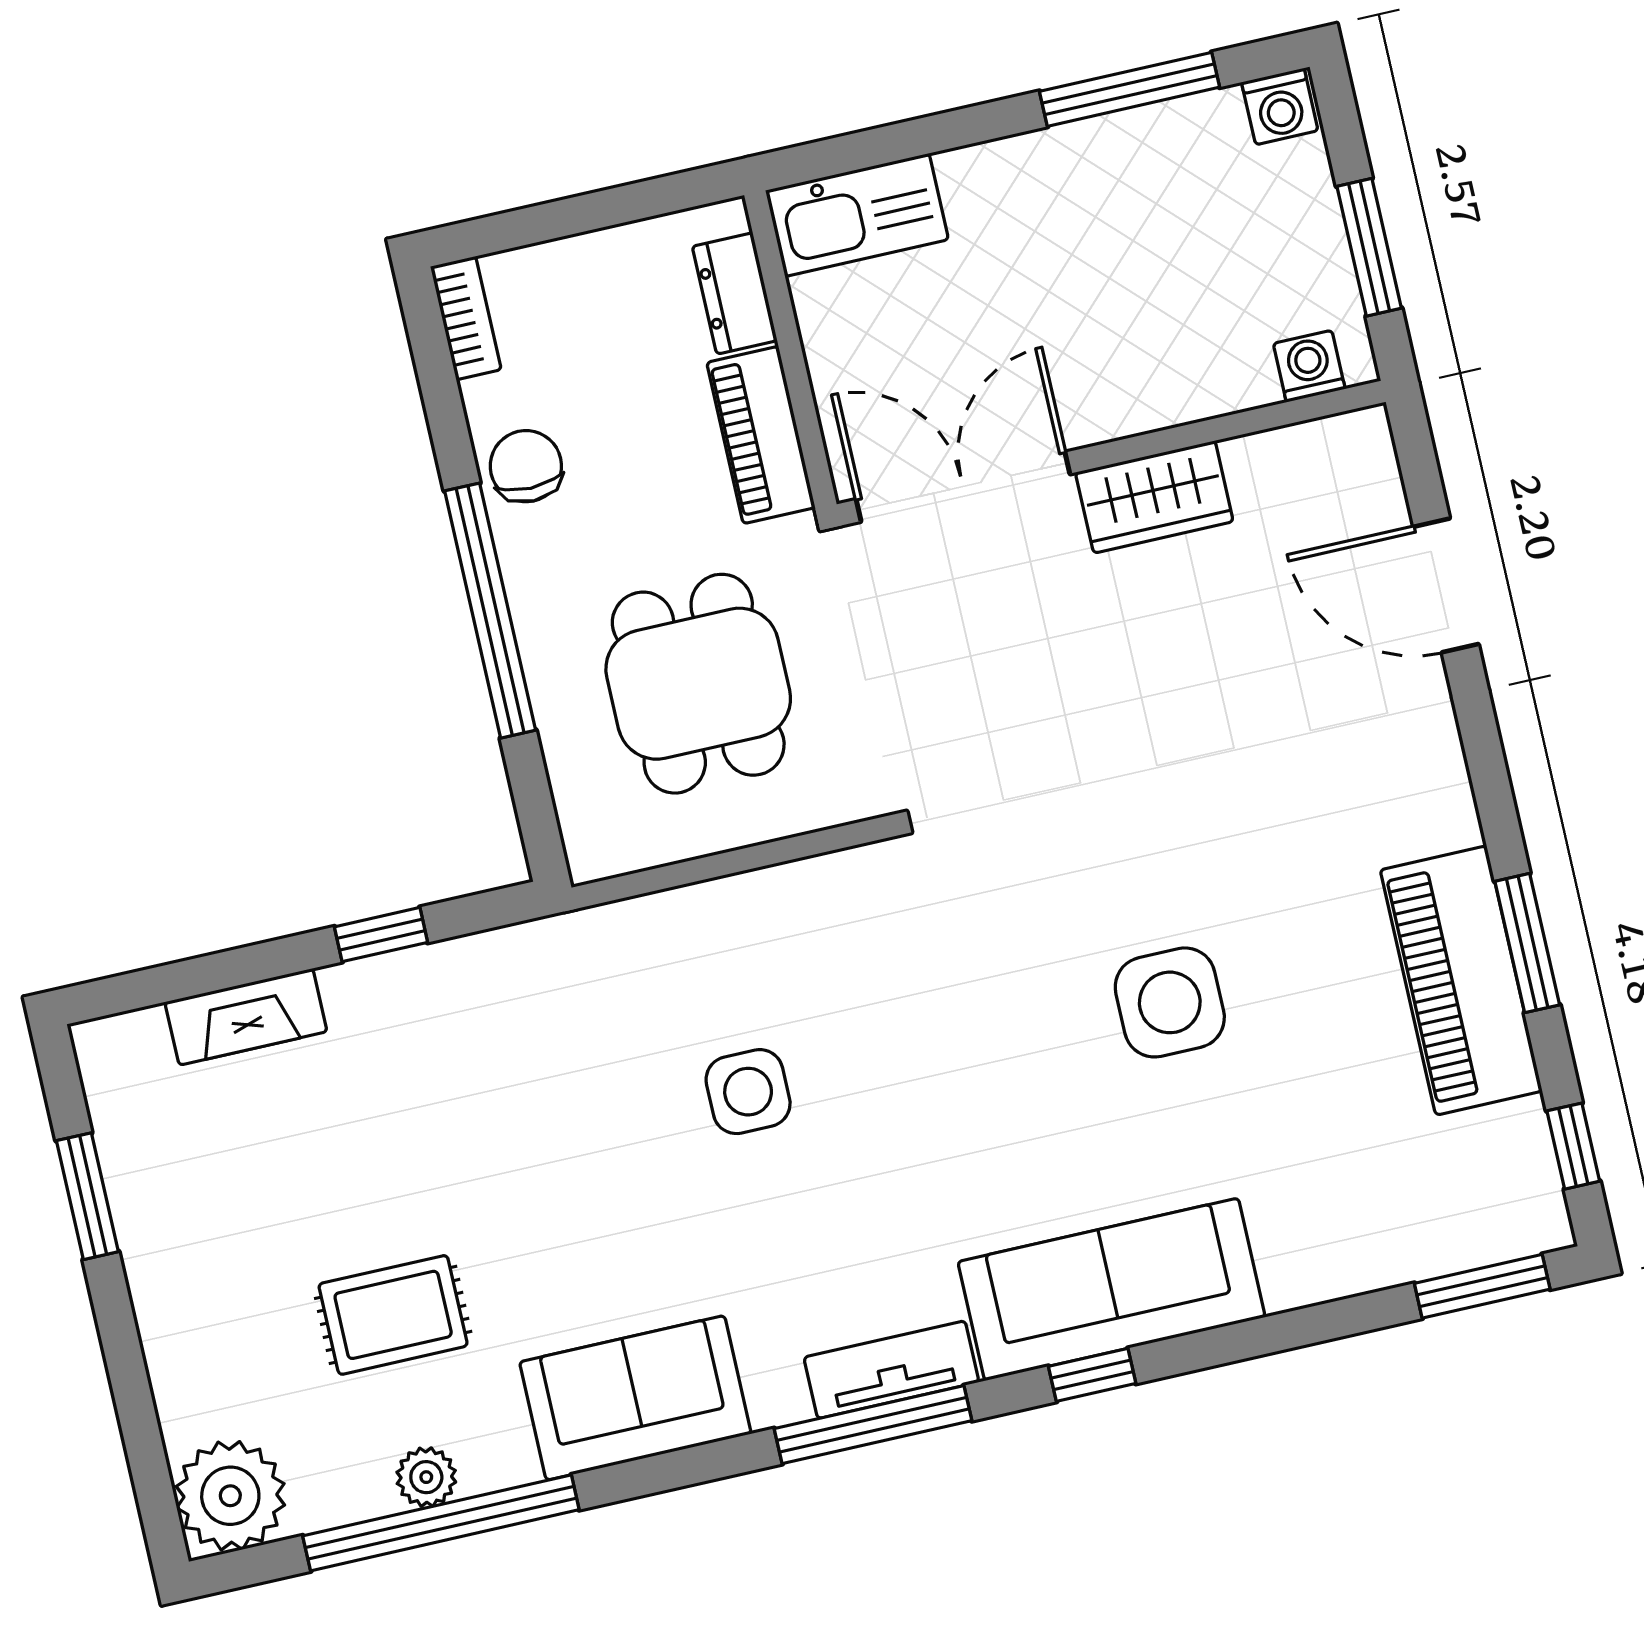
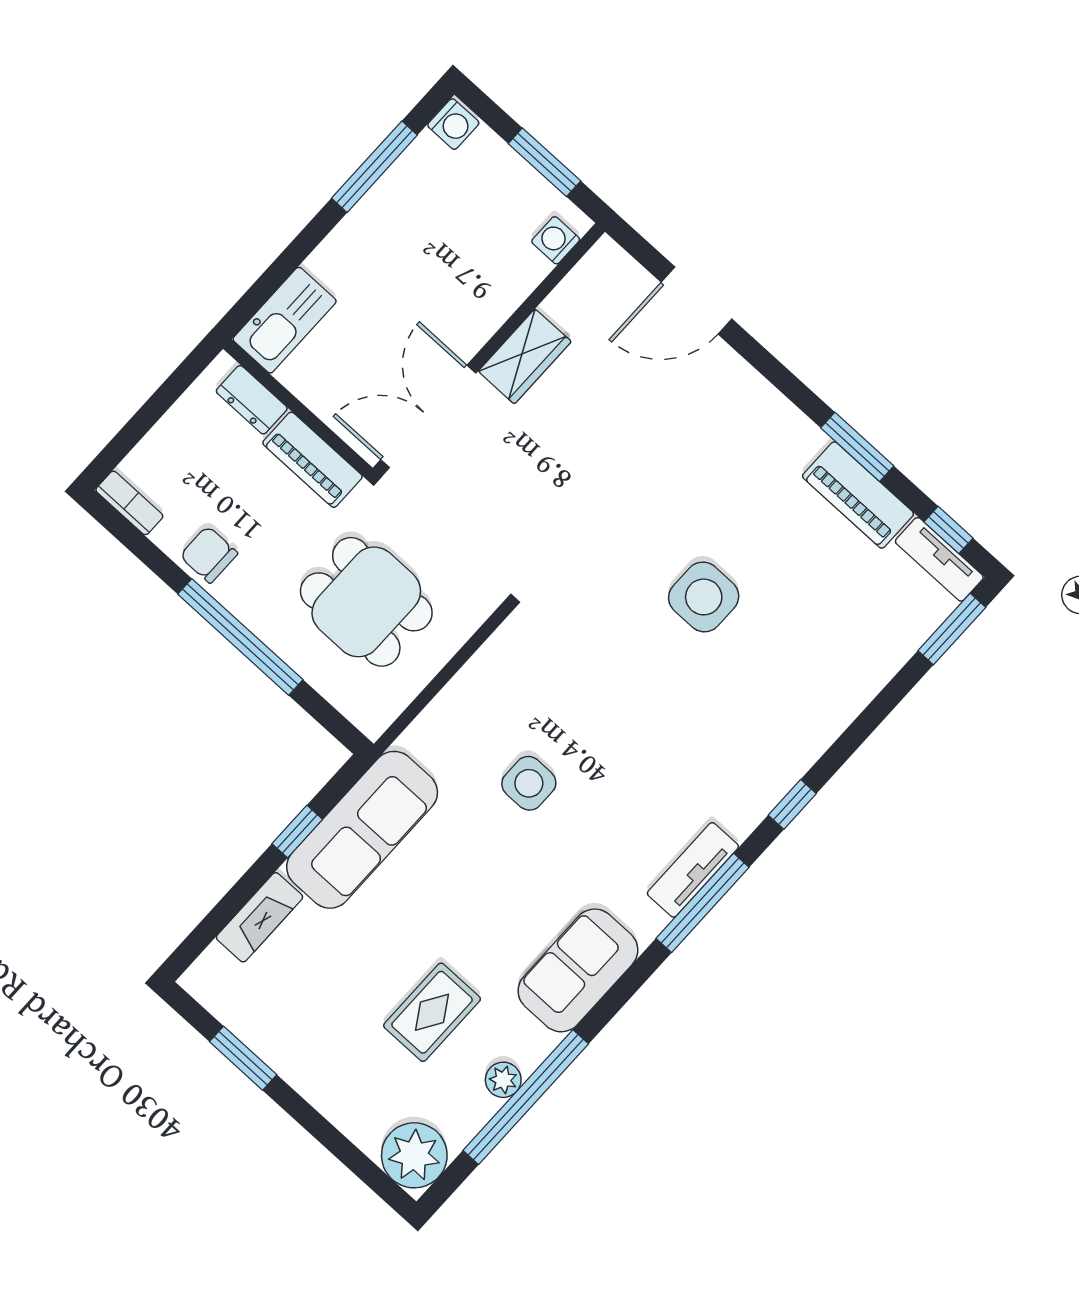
piano: (1461, 980) -> (858, 495), width x0.73, depth x0.75
tv unit: (1532, 1178) -> (939, 559), added
sofa: (1111, 1289) -> (362, 830), moved, turned 180

